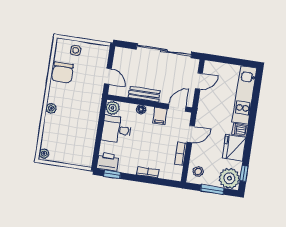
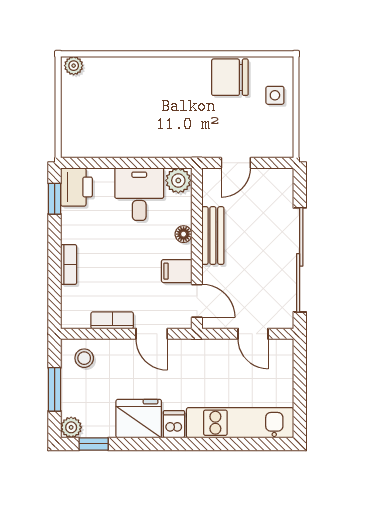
plant: (51, 108) -> (160, 66), removed
plant: (229, 178) -> (71, 427), width x0.53, depth x0.53

